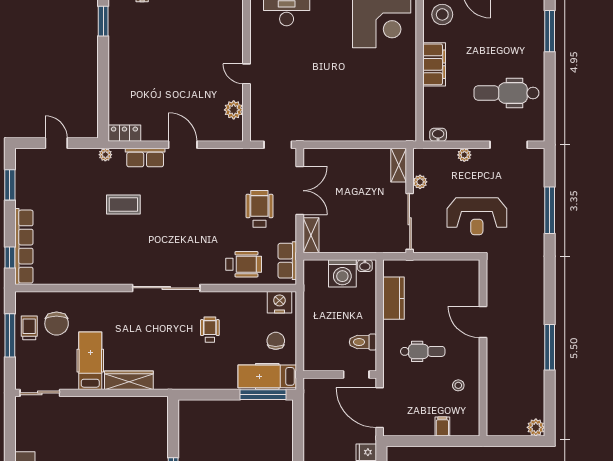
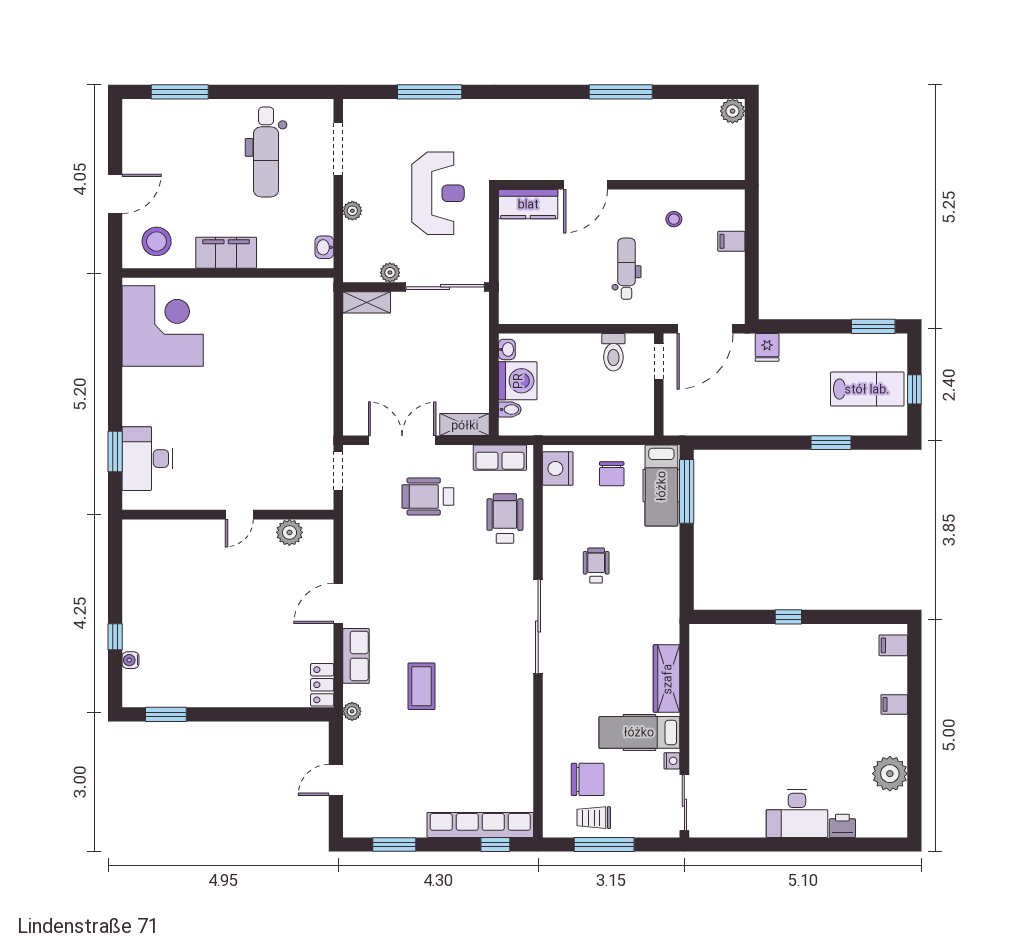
bidet: (322, 268) -> (510, 409), added
kitchen counter: (394, 298) -> (528, 204), moved, turned 180
wheelchair: (210, 330) -> (596, 566), turned 90
chair: (276, 341) -> (612, 474), turned -90
nightstand: (70, 384) -> (672, 761), added

